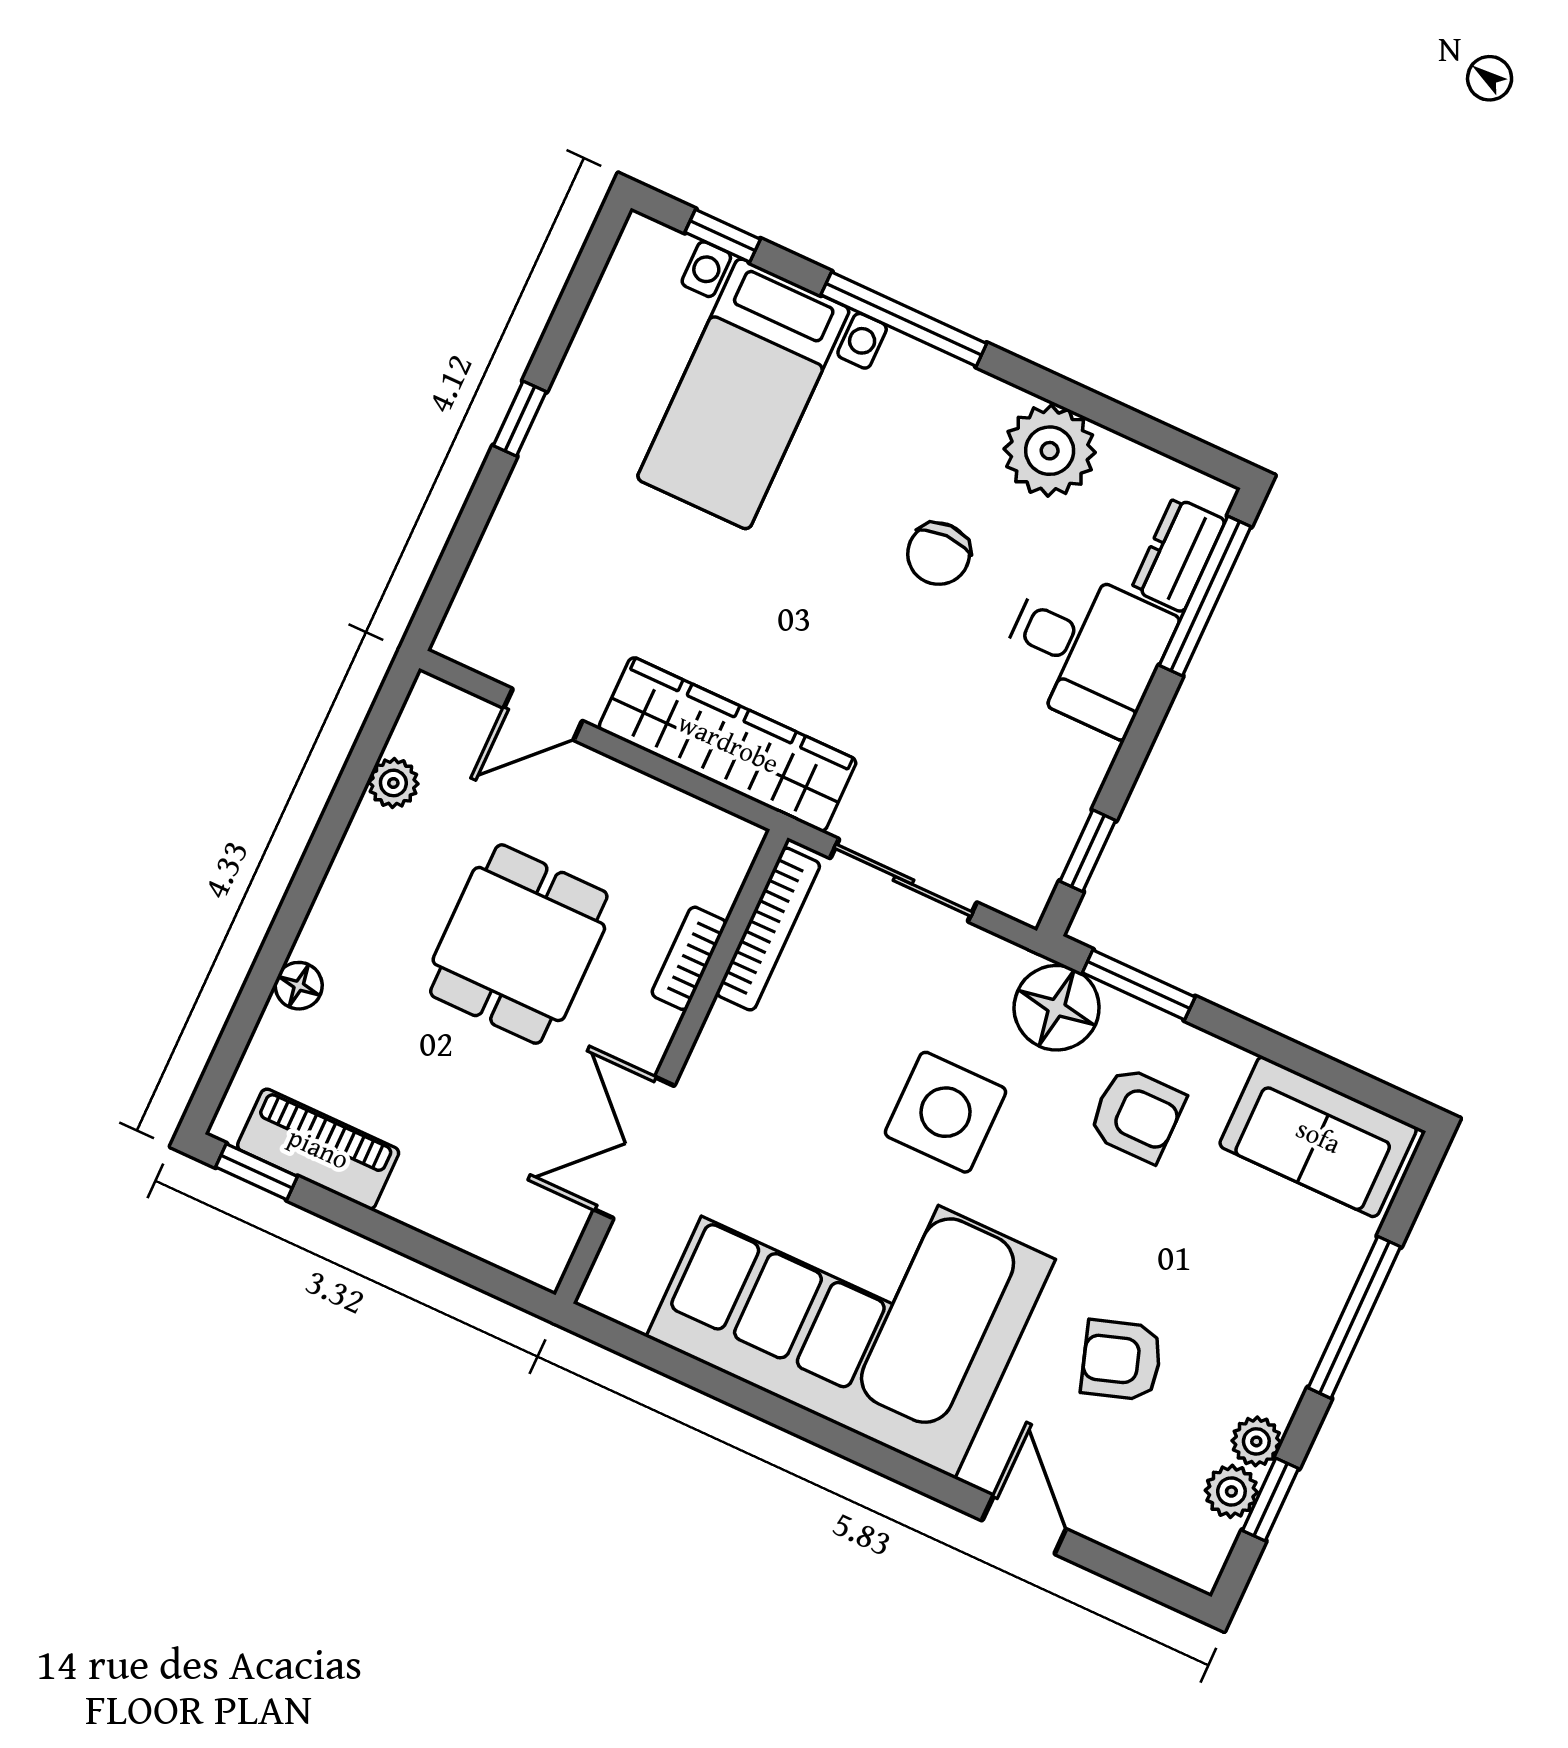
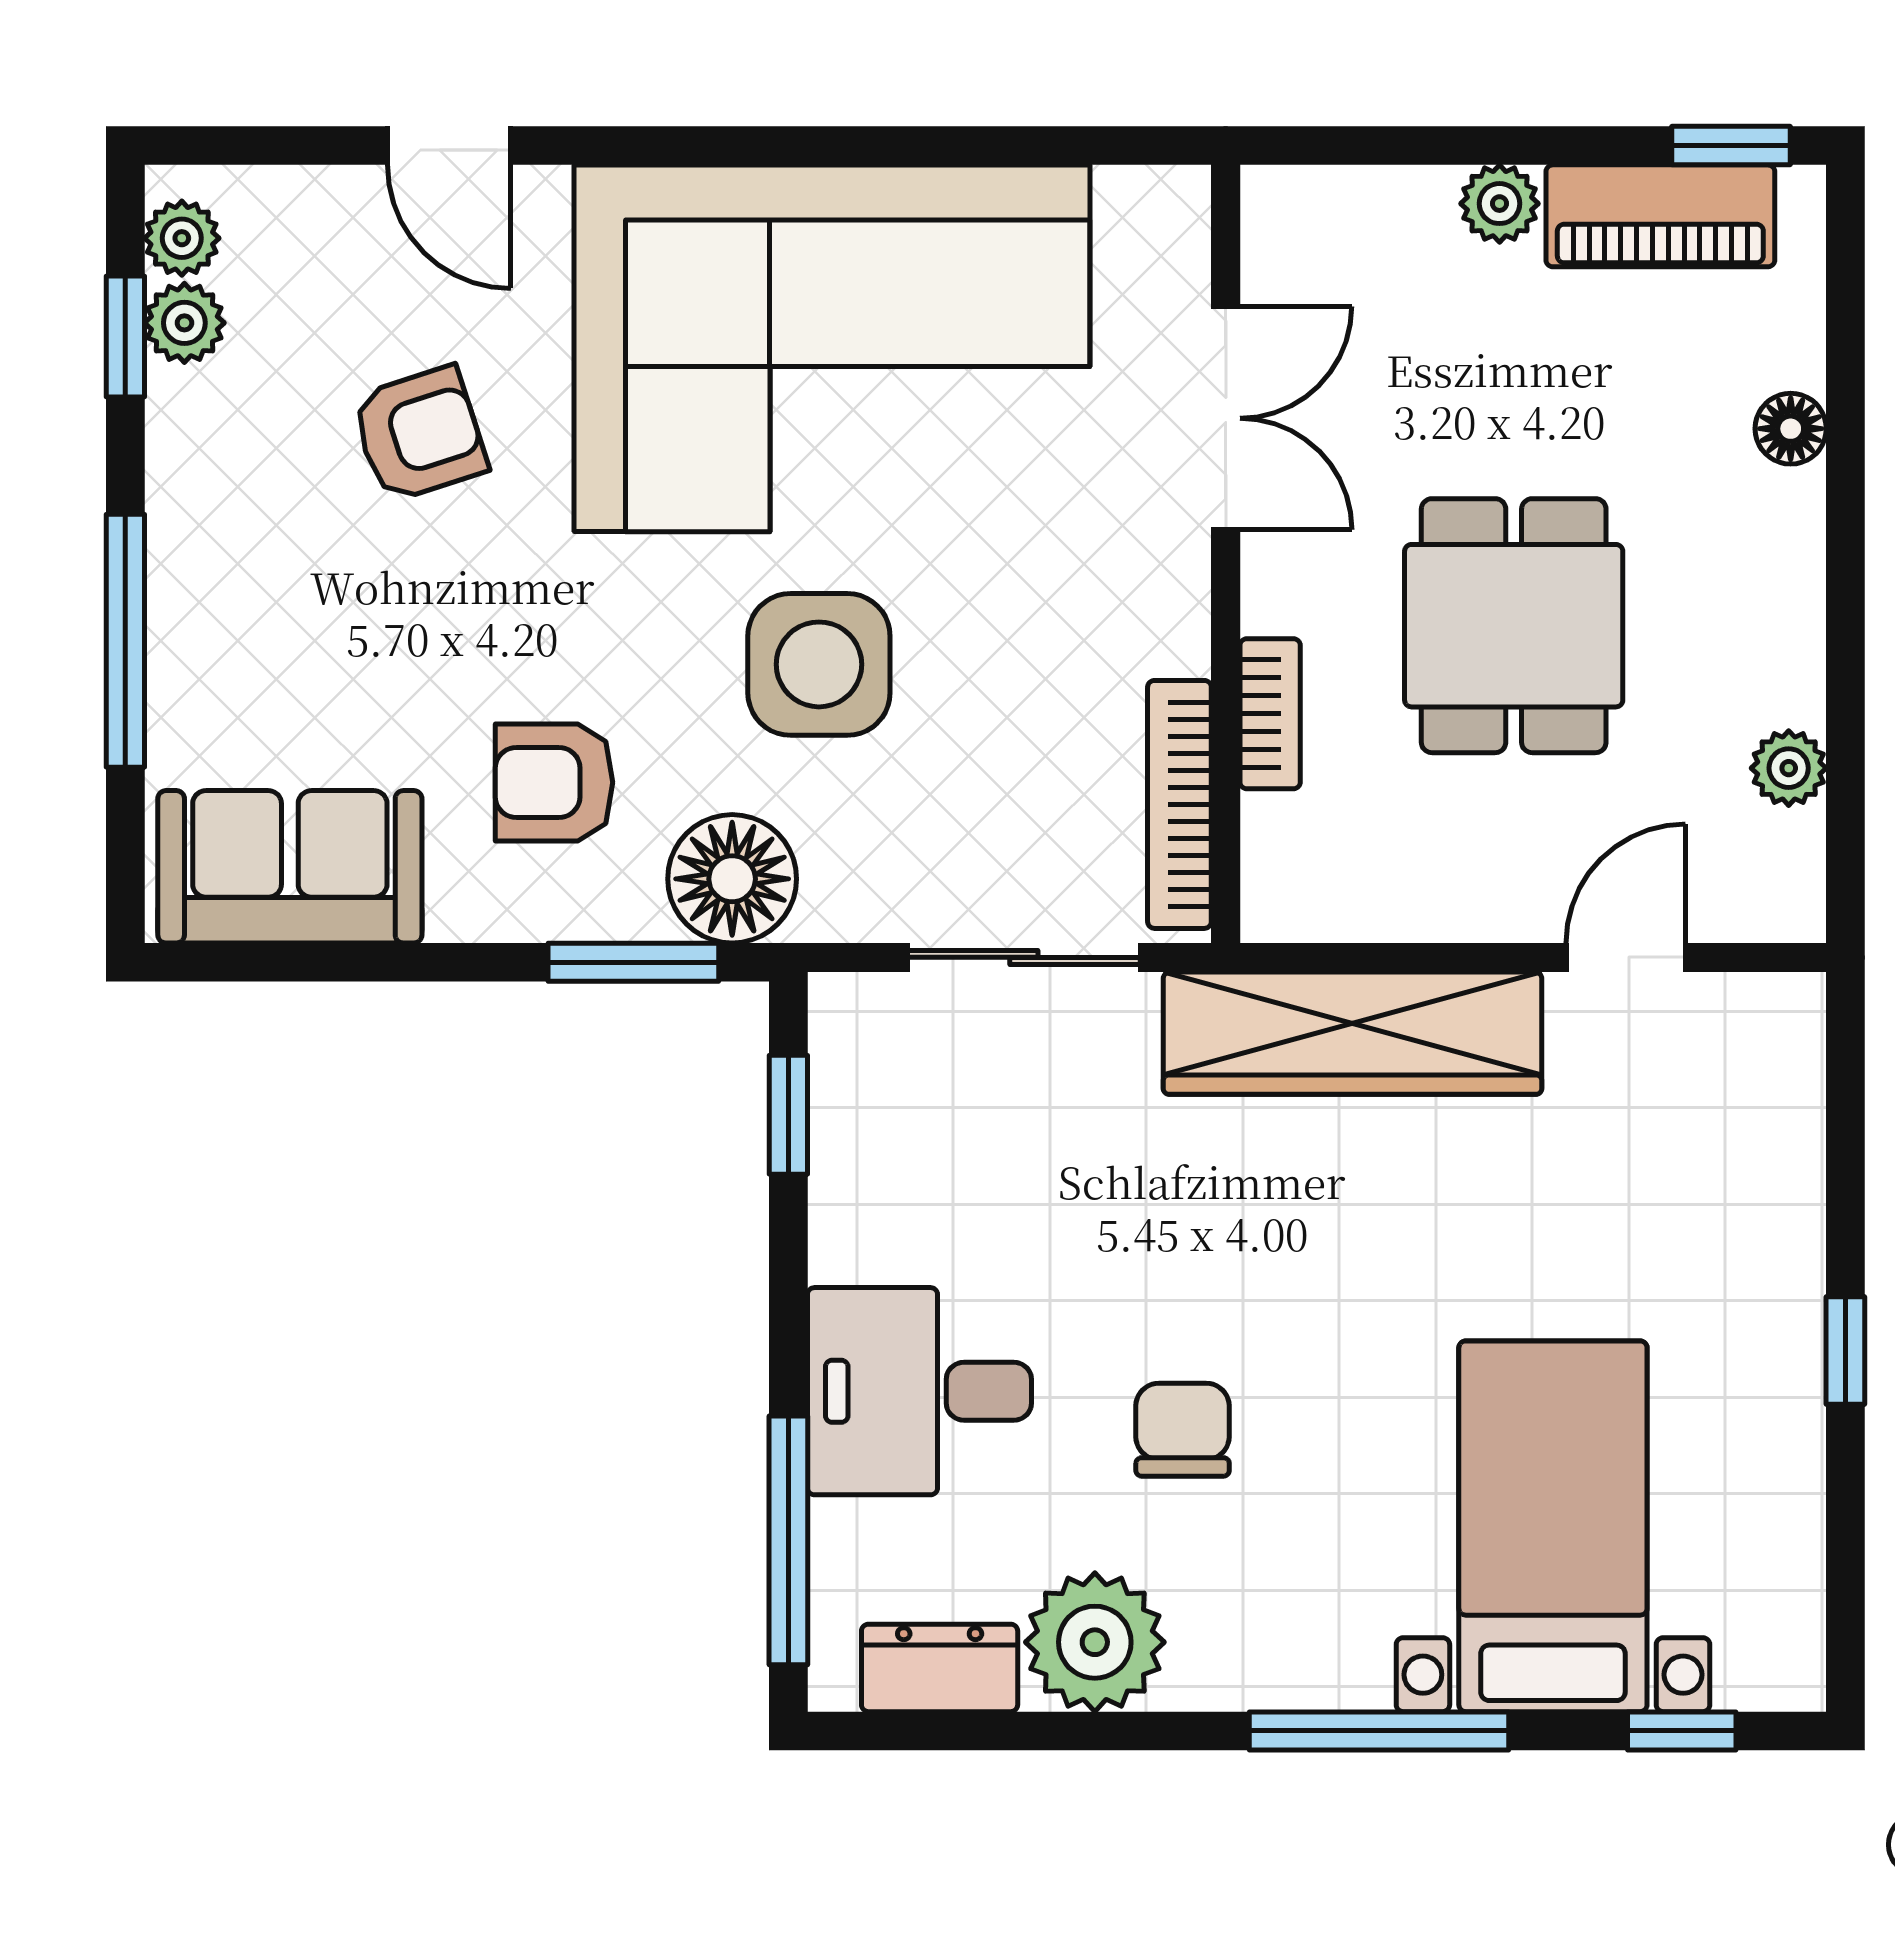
dresser: (1178, 555) -> (940, 1668), moved, turned -90
plant: (411, 1201) -> (1500, 204), added
plant: (1256, 1441) -> (182, 238), moved

